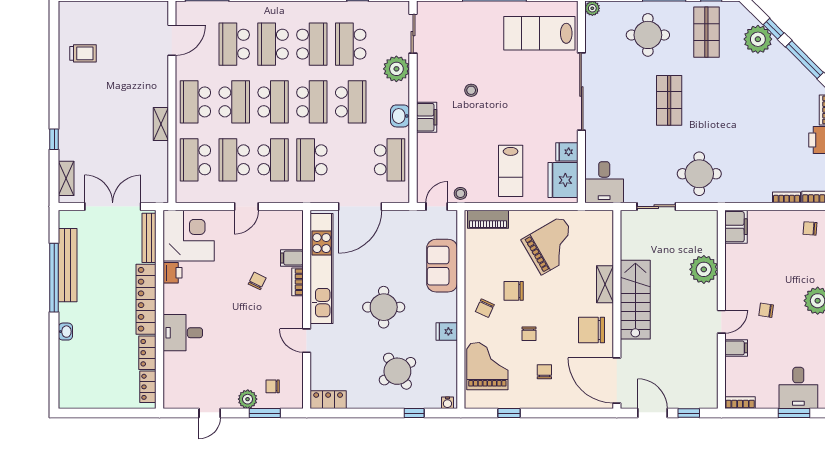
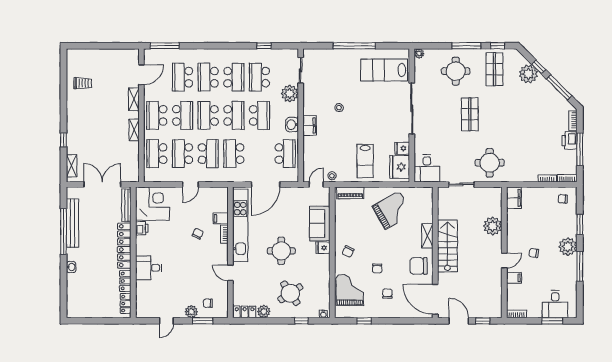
shelving: (160, 78) -> (134, 99), added
school desk: (273, 102) -> (208, 115), turned 180
chair: (514, 291) -> (367, 240), removed
fridge: (447, 331) -> (323, 248), moved
plant: (357, 399) -> (264, 311), added

